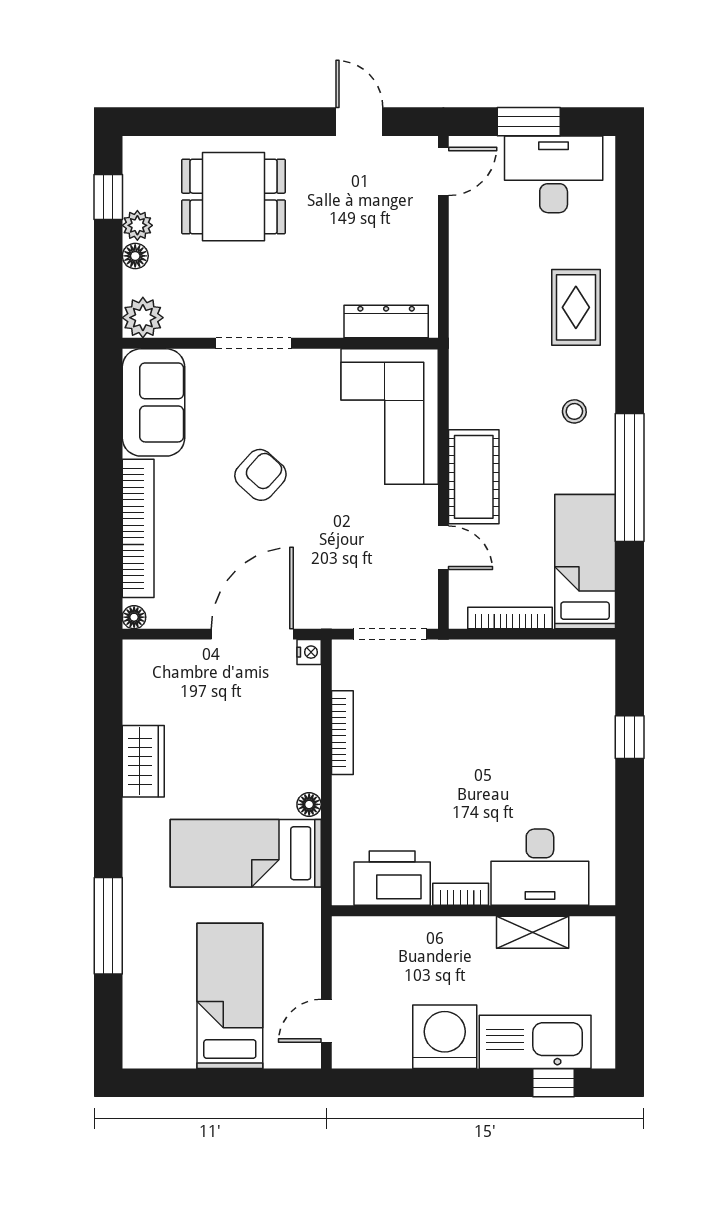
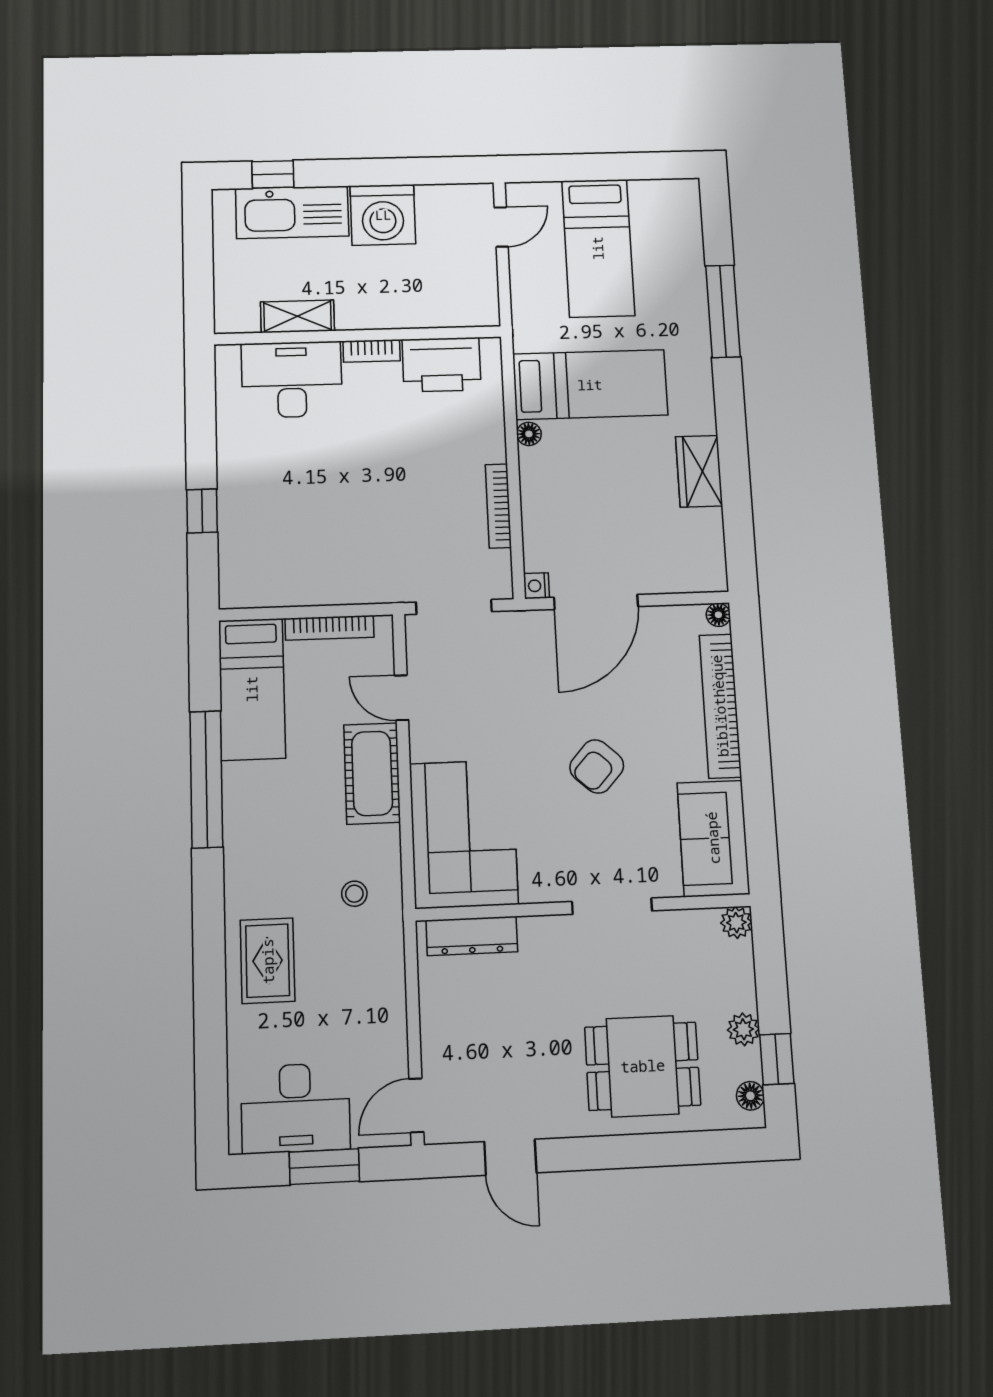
floor lamp: (135, 256) -> (750, 1096), moved
plant: (143, 318) -> (736, 923), width x0.73, depth x0.73
stool: (574, 411) -> (354, 894), moved

